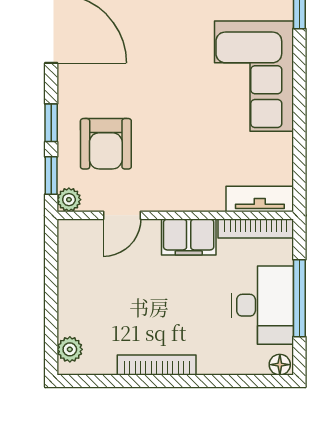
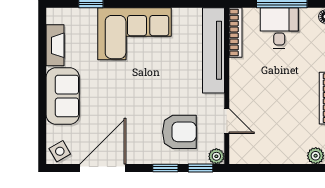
tv unit: (260, 199) -> (213, 50), width x1.92, depth x1.29
filing cabinet: (189, 237) -> (241, 77), removed
desk: (263, 305) -> (279, 28), width x0.73

